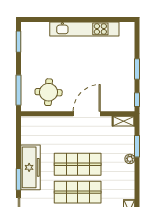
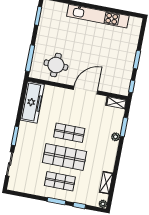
shop shelf: (78, 164) -> (69, 133), width x0.70, depth x0.74
freezer: (30, 167) -> (32, 102), moved

